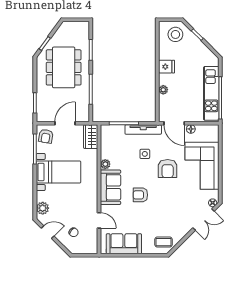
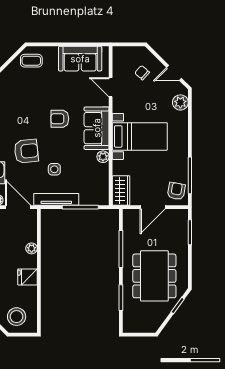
armchair: (168, 169) -> (26, 151), turned 84
bed with nightstands: (58, 172) -> (140, 136), moved, turned 180
armchair: (140, 195) -> (60, 119), turned 180

